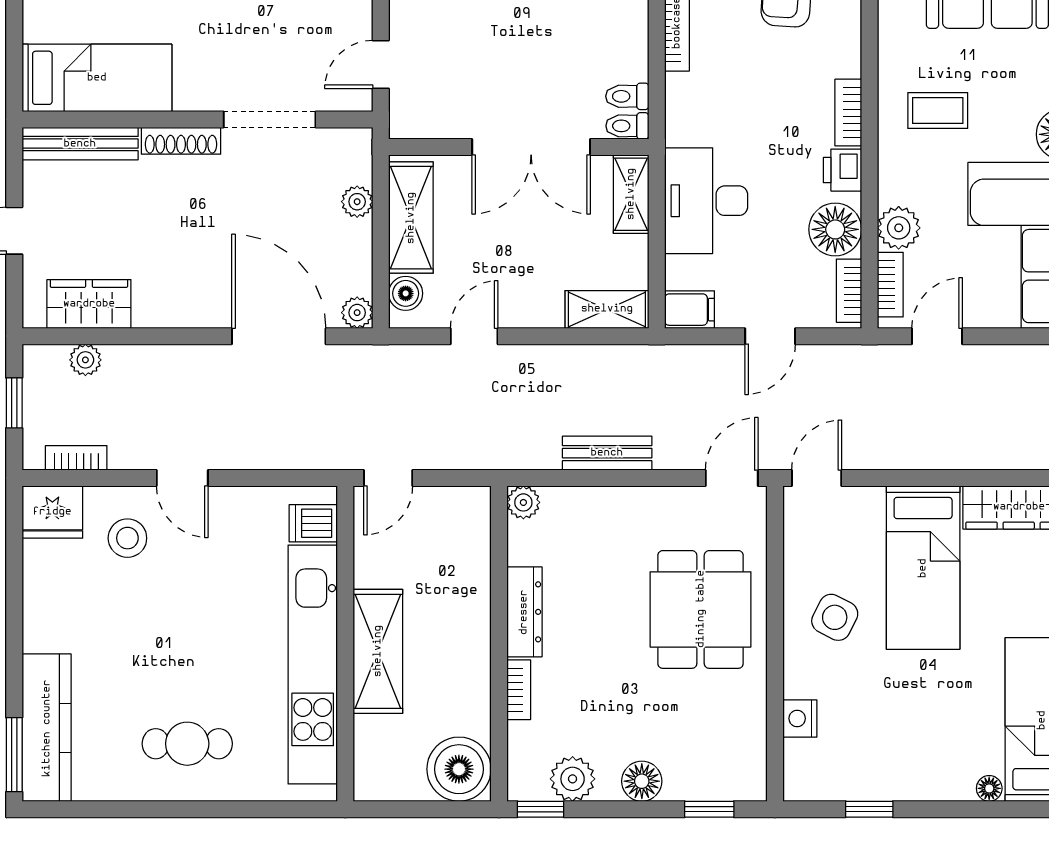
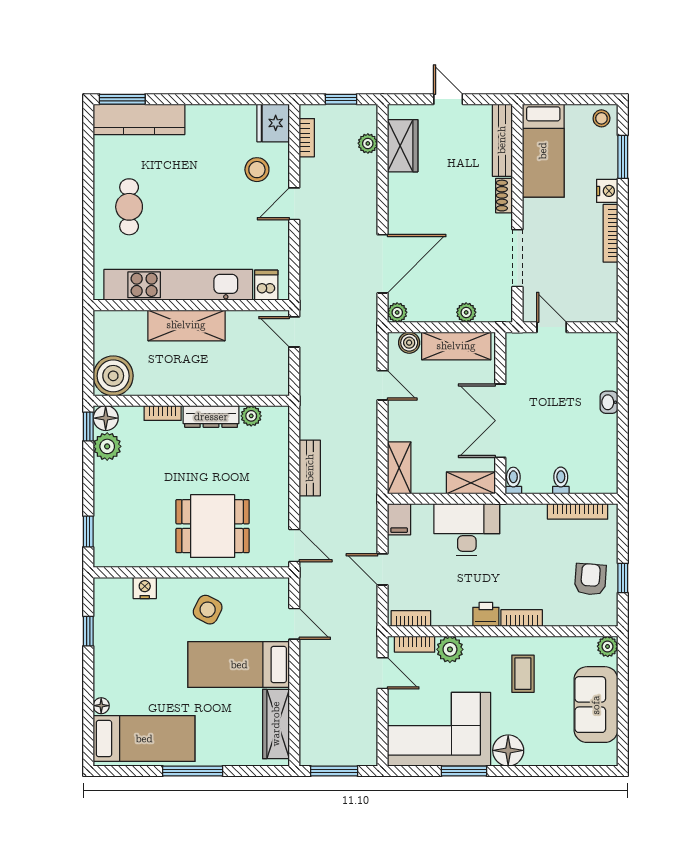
toilet: (627, 96) -> (561, 480), moved
shoe rack: (181, 141) -> (504, 196), width x0.70
floor lamp: (835, 229) -> (449, 610), removed
door: (817, 478) -> (294, 624), moved
plant: (523, 502) -> (251, 416), moved
floor lamp: (642, 781) -> (106, 418), moved

